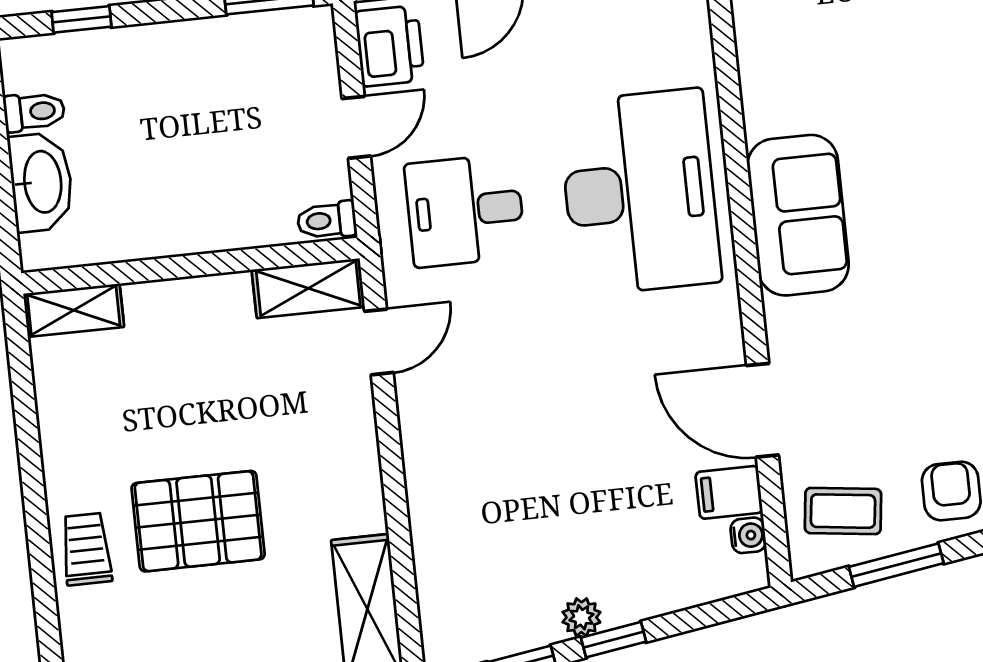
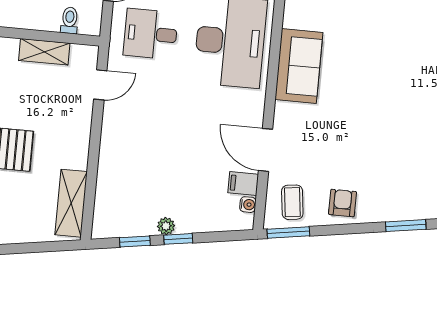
toilet: (327, 220) -> (70, 20), moved, turned 90
shelving: (308, 288) -> (44, 52), moved
coffee table: (843, 511) -> (292, 202), turned 76
window: (896, 565) -> (288, 232), moved

